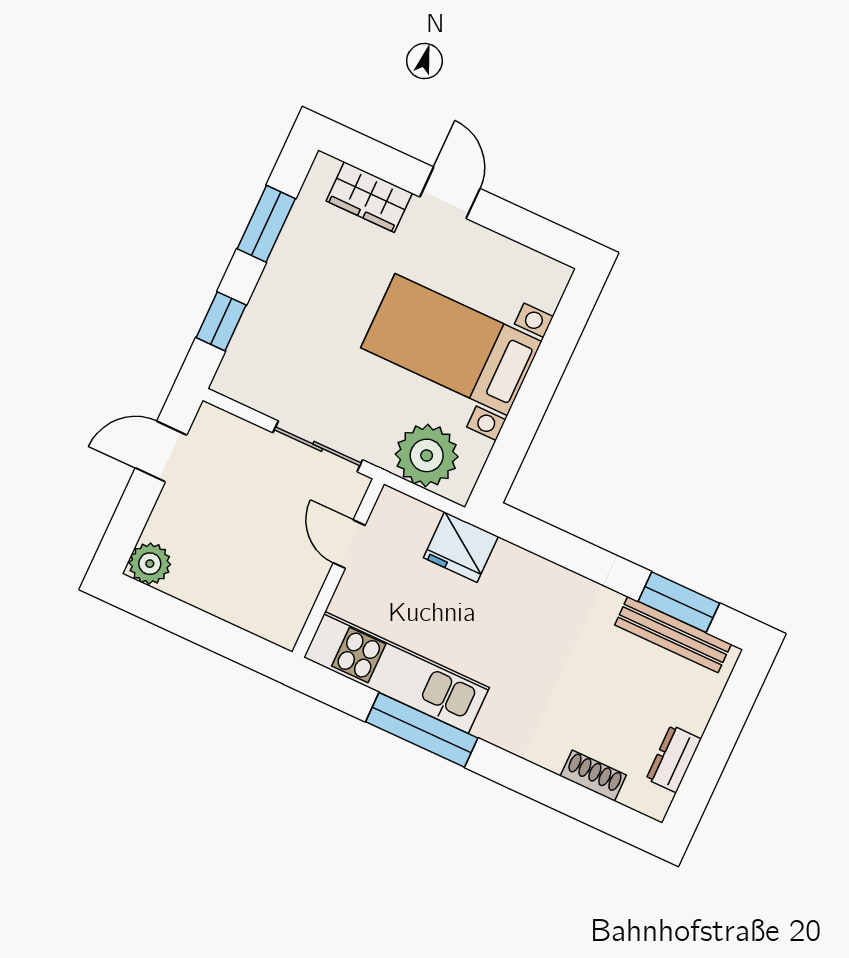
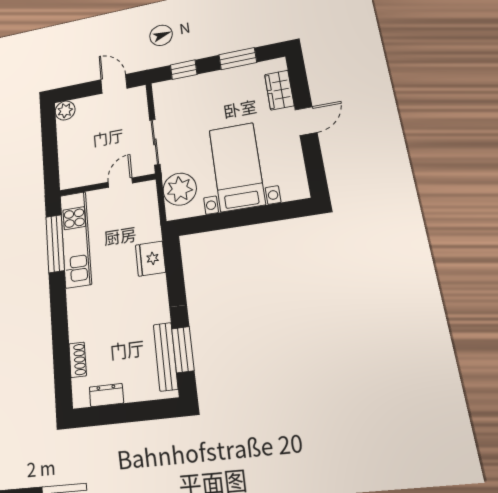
fridge: (461, 547) -> (150, 259), moved
window: (422, 730) -> (55, 244), moved

